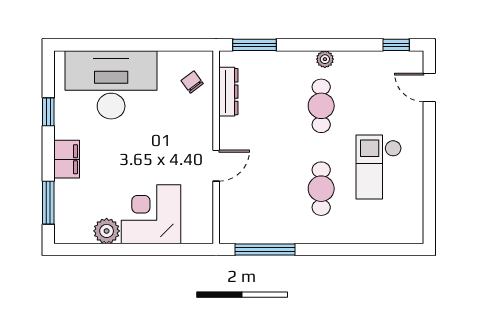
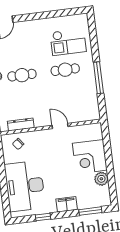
checkout: (379, 167) -> (68, 42), moved
window: (265, 250) -> (98, 78), moved

